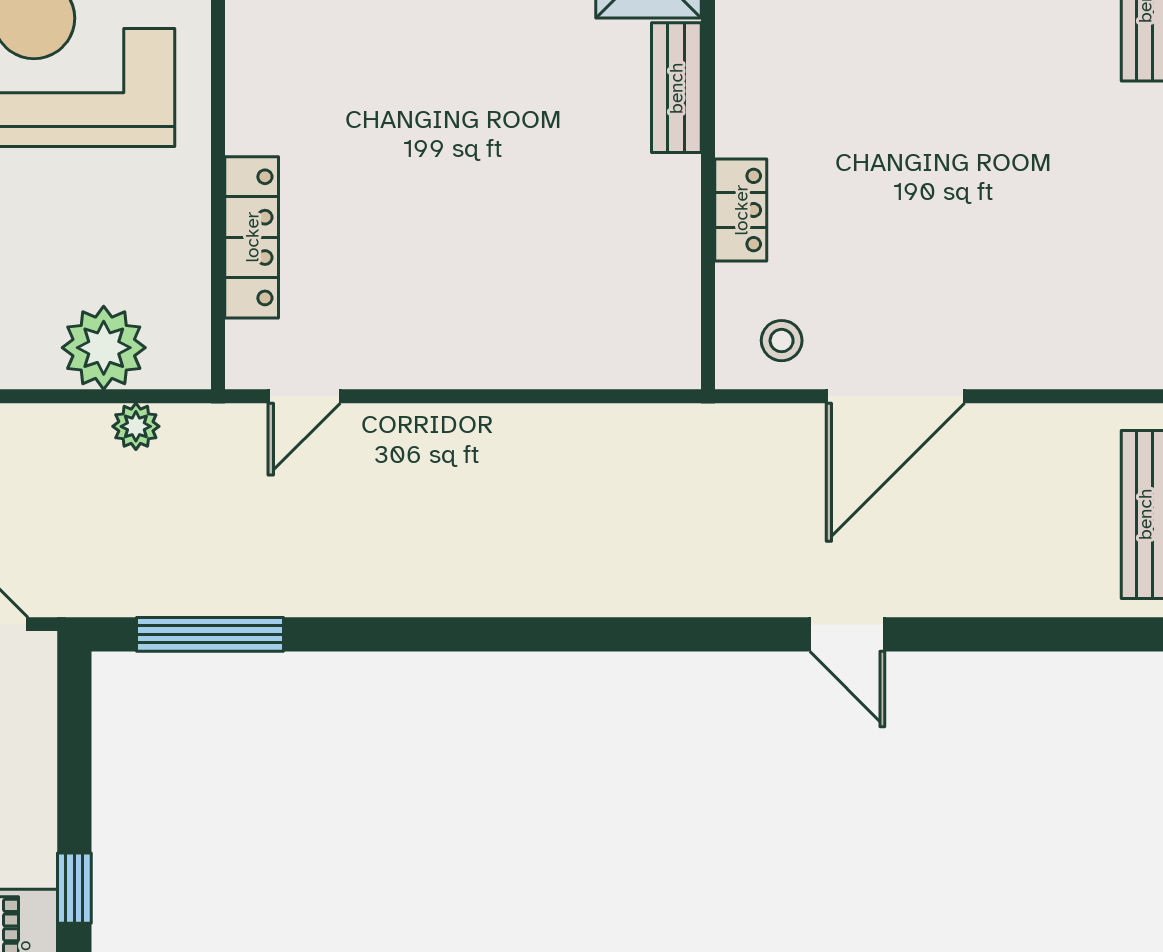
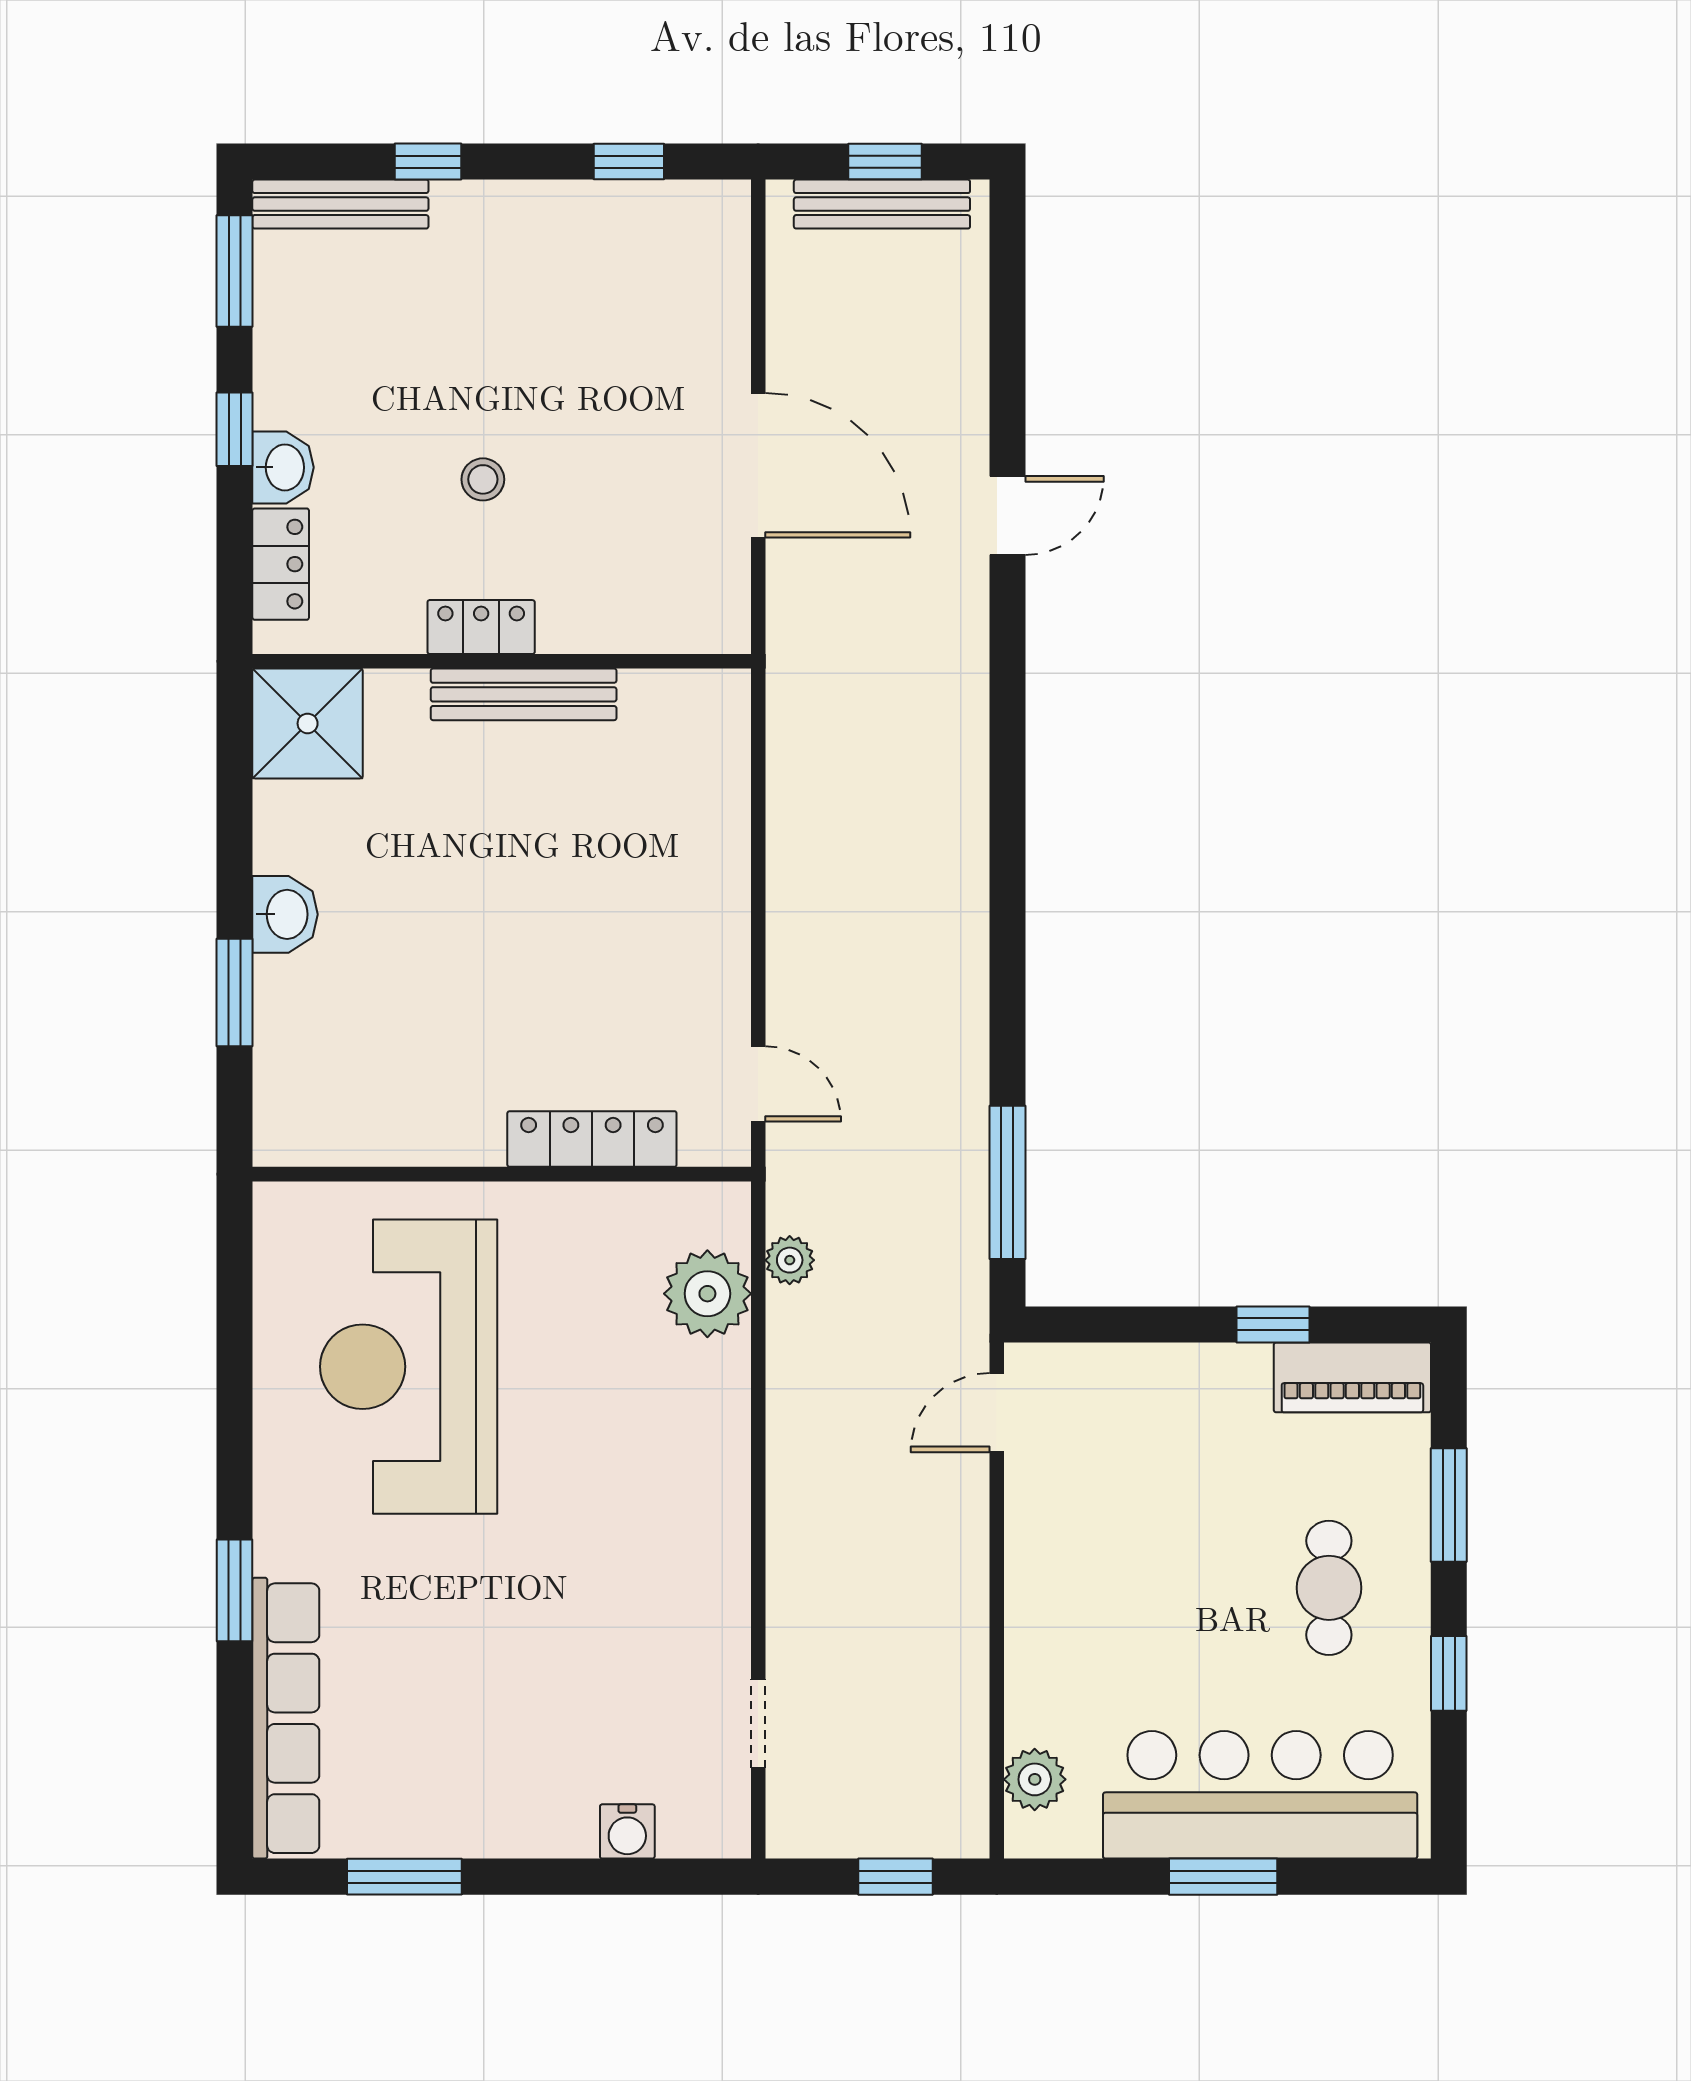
bench: (676, 88) -> (524, 694), moved, width x1.36
locker: (741, 210) -> (481, 627), moved
stool: (782, 341) -> (483, 479), moved

